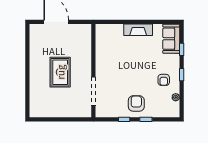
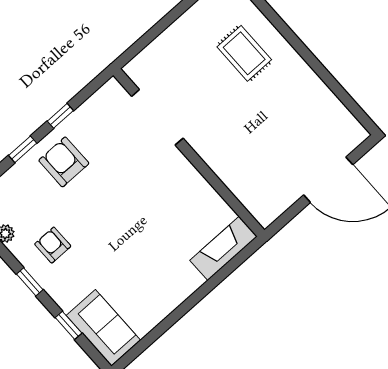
fireplace: (138, 30) -> (224, 248), moved
rug: (60, 72) -> (244, 53), moved, width x0.73, depth x0.70
armchair: (136, 103) -> (64, 162), turned 180

